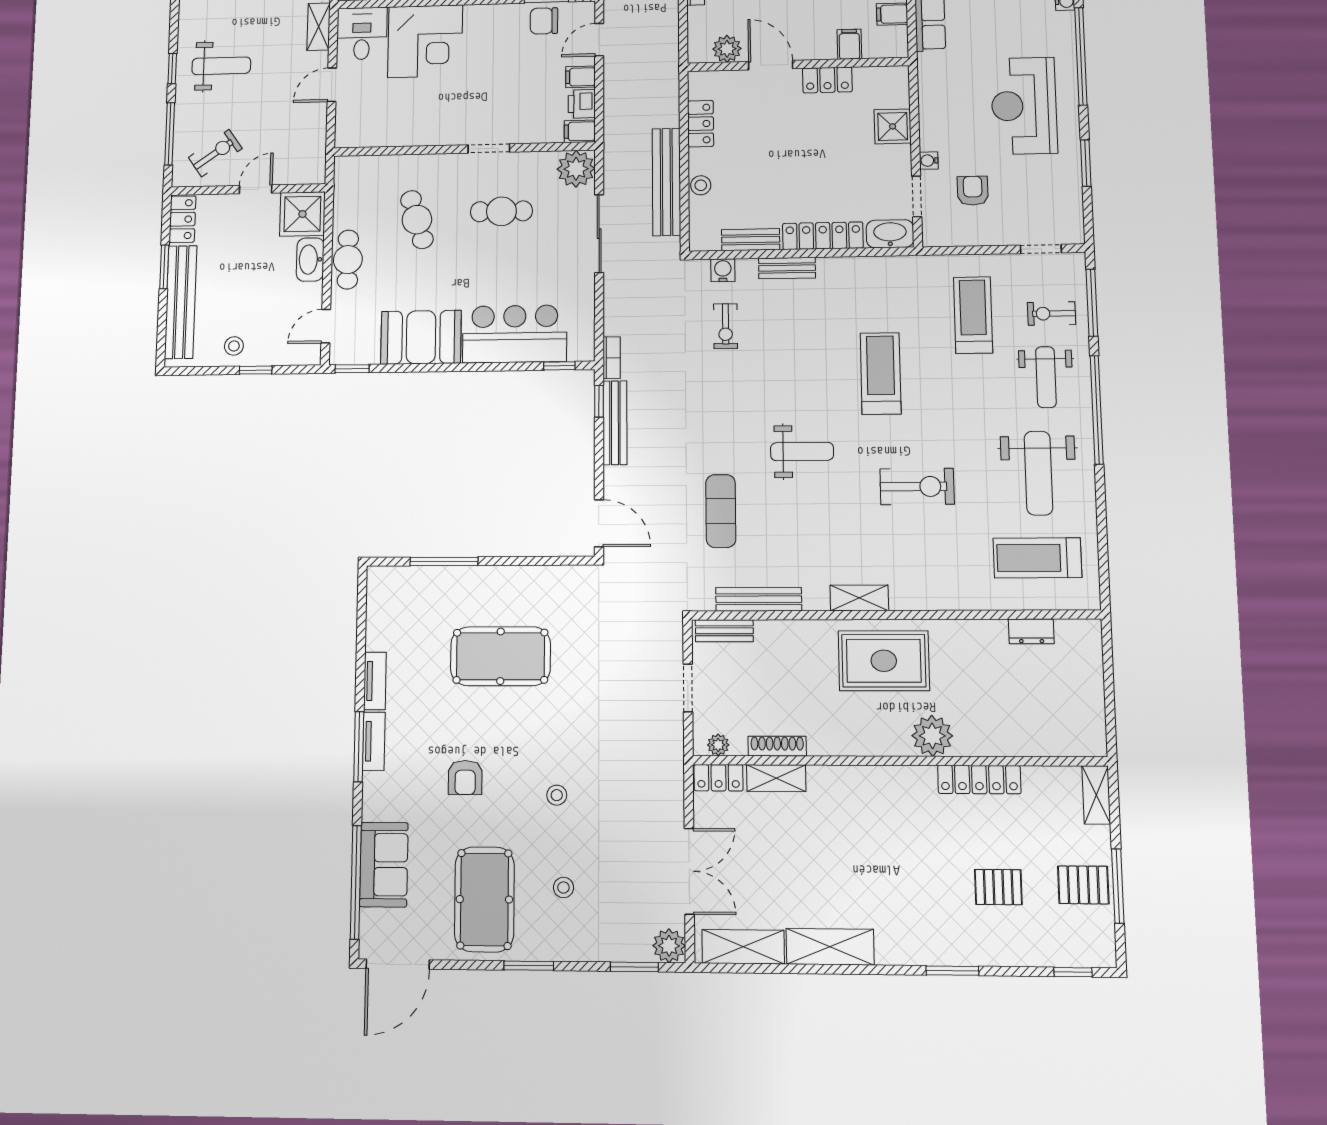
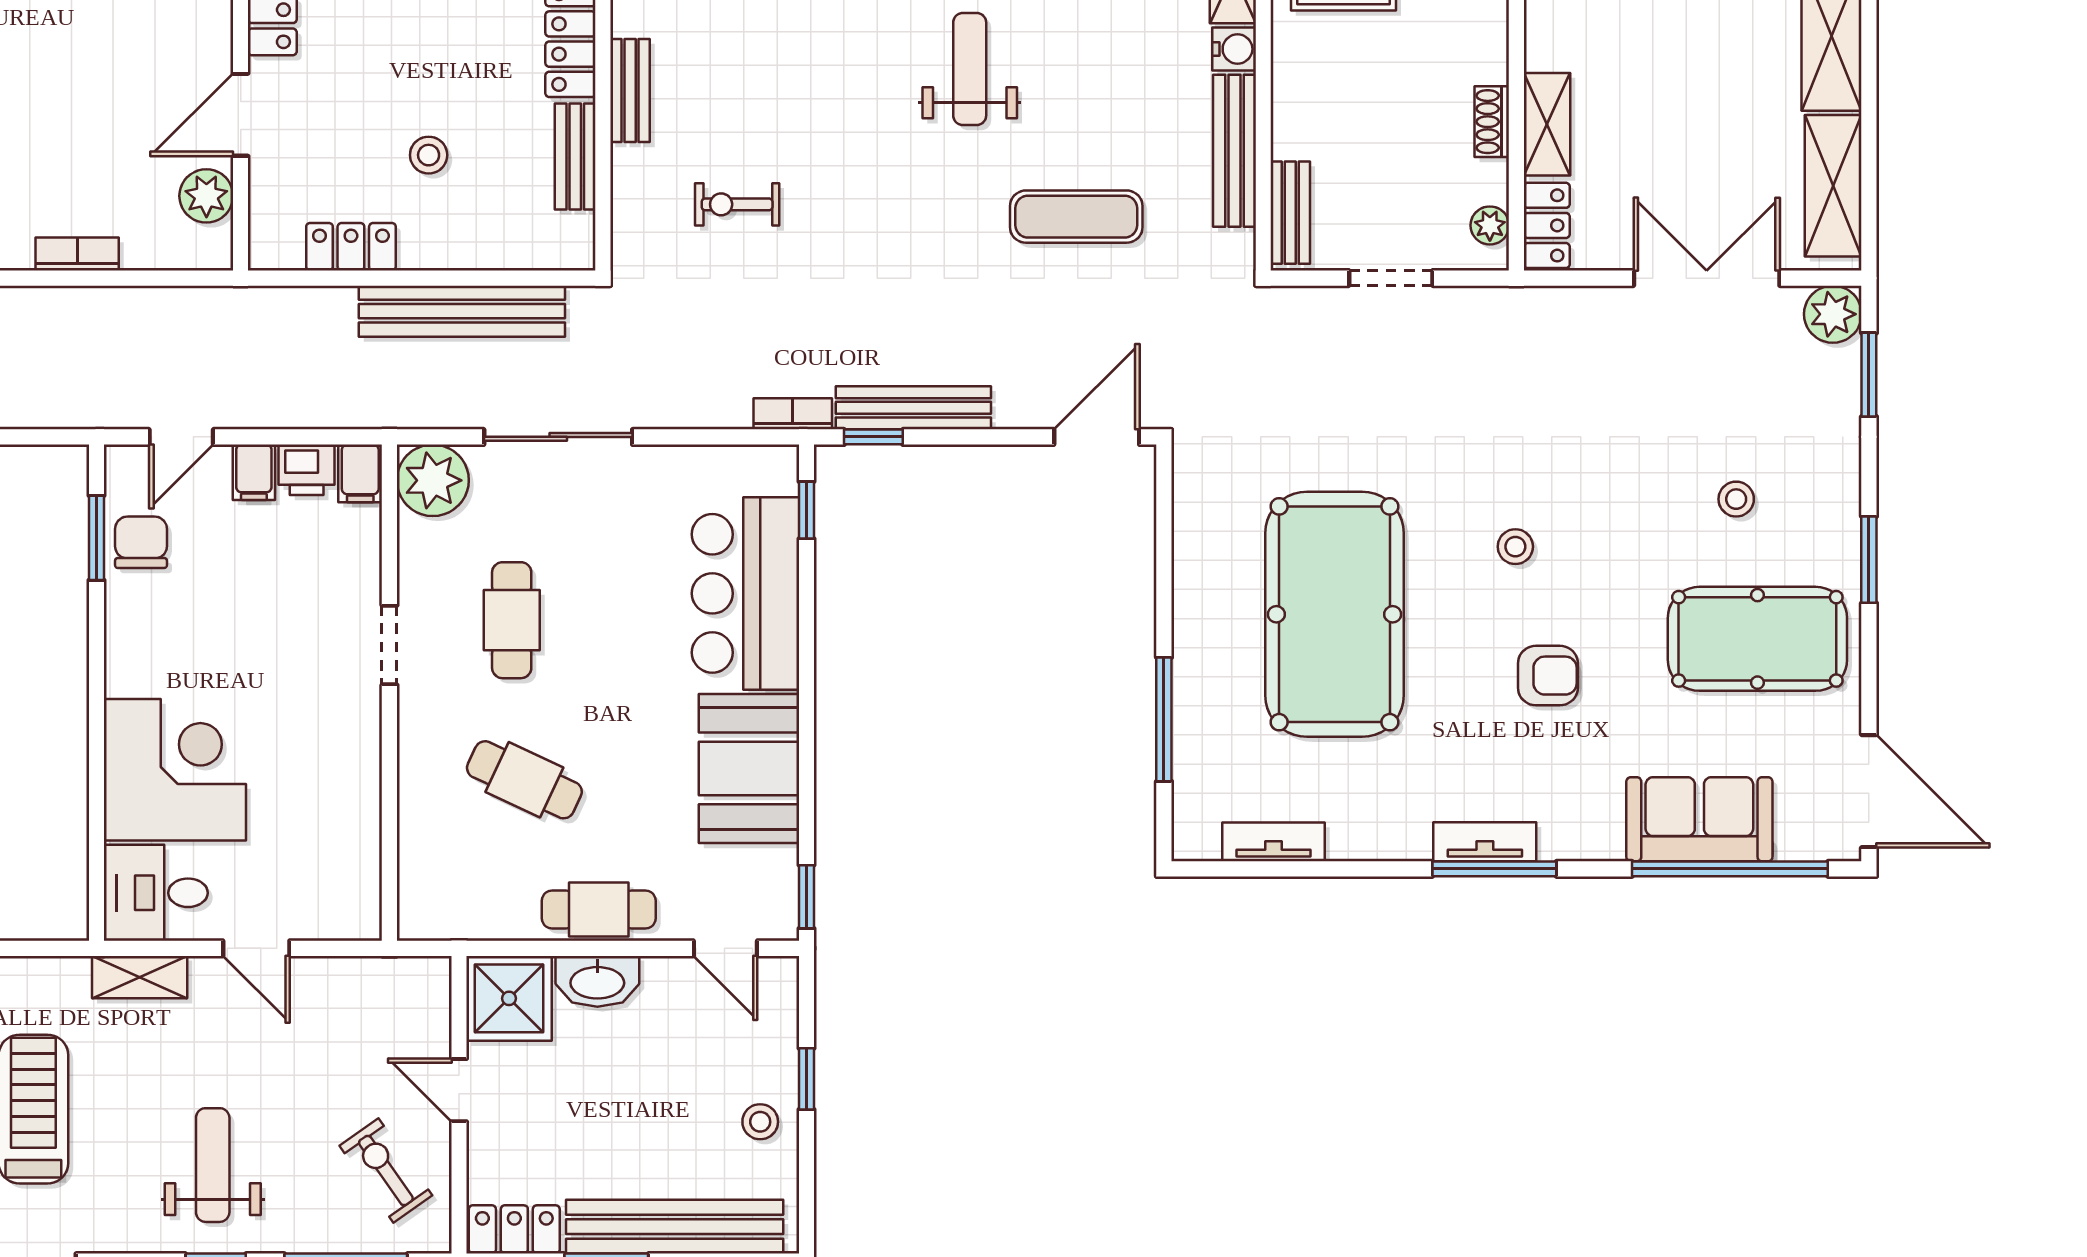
chair: (544, 21) -> (141, 542), turned 180
door: (599, 40) -> (181, 437), hinge flipped
stool: (701, 185) -> (429, 155), moved
cafe table: (417, 220) -> (524, 780), turned 42
water cooler: (723, 270) -> (1234, 49), moved, turned 180
exercise bike: (726, 326) -> (737, 204), turned 180
pool table: (500, 656) -> (1334, 614), width x1.36, depth x1.32
tv unit: (375, 681) -> (1274, 842), moved
shoe rack: (777, 746) -> (1492, 122), width x0.70
stool: (557, 795) -> (1515, 547), moved

